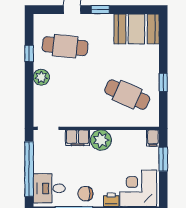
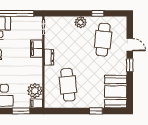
window: (163, 82) -> (96, 111), moved
cafe table: (127, 95) -> (68, 85), turned -30
dresser: (89, 121) -> (49, 57), added
plant: (101, 140) -> (35, 91), moved

